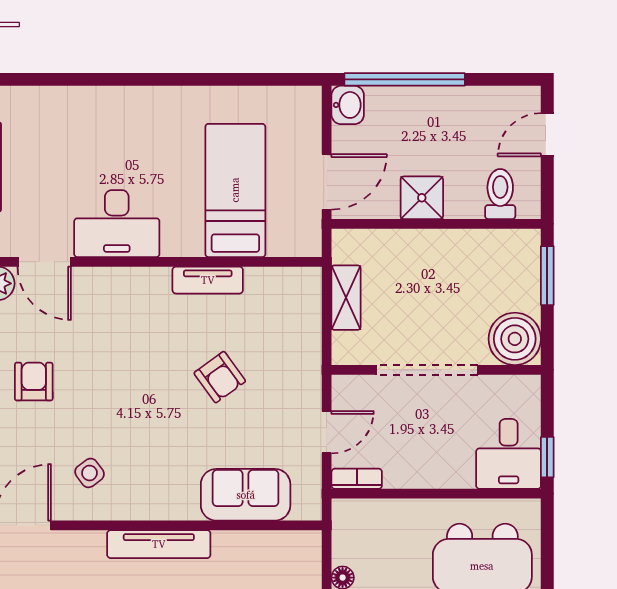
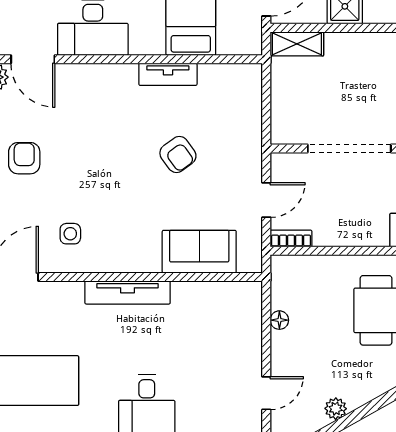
shelving: (346, 298) -> (297, 44), moved, turned 90
side table: (90, 473) -> (70, 234), turned 37

